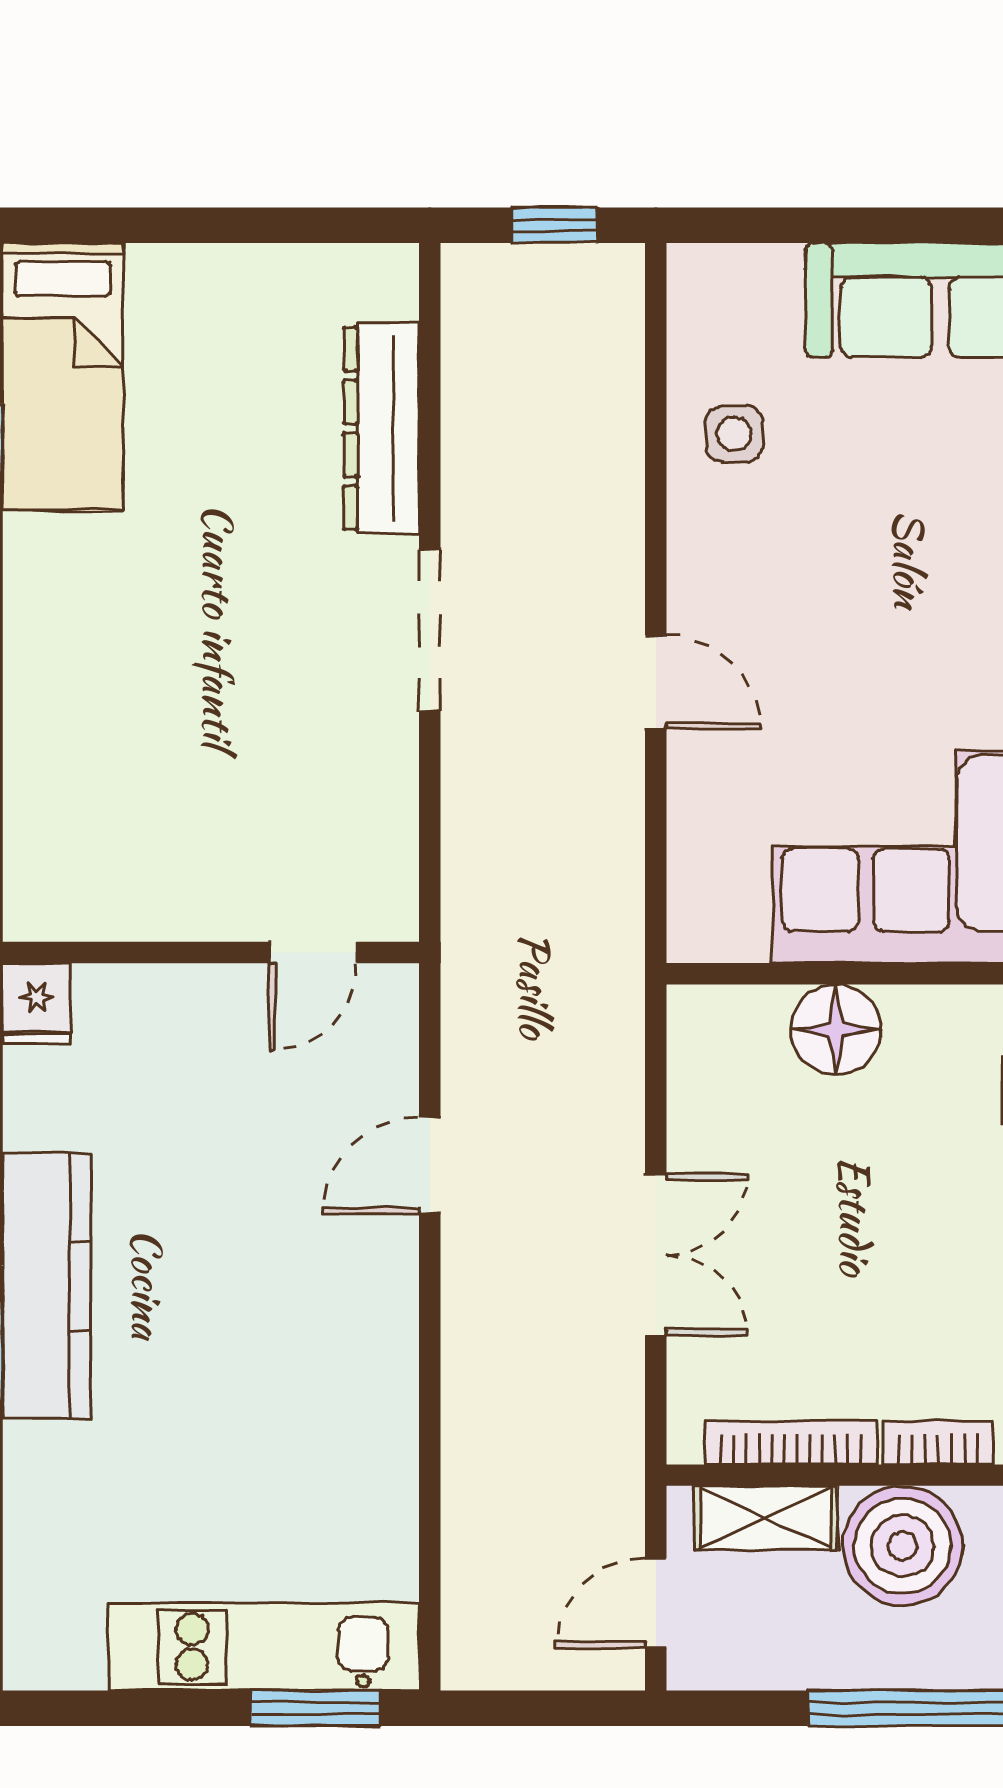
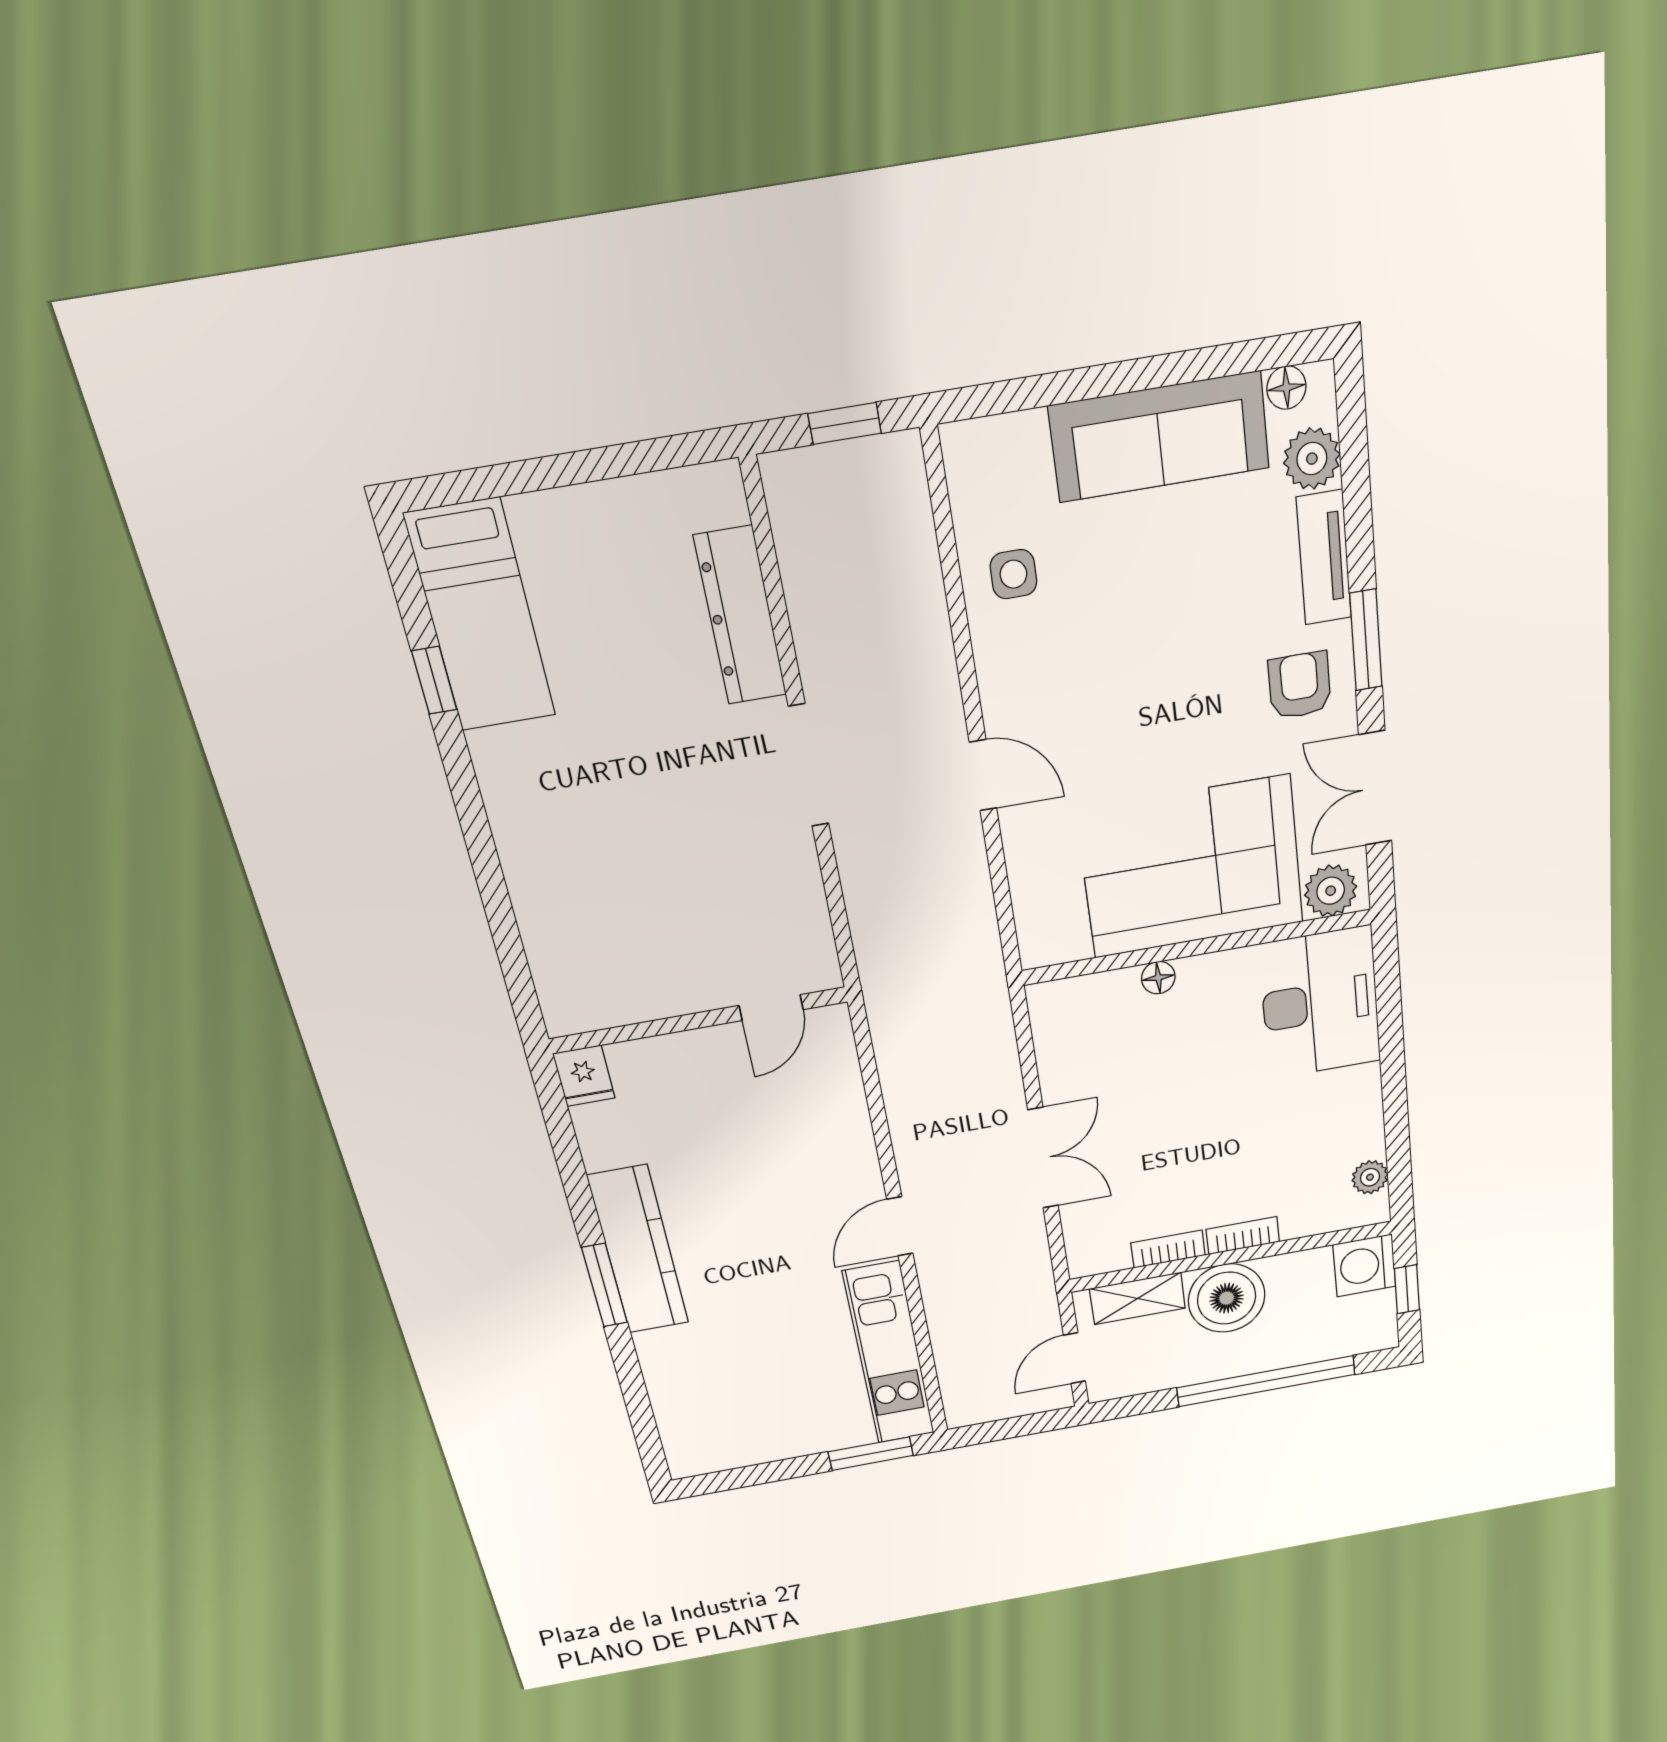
floor lamp: (836, 1030) -> (1158, 978), width x0.53, depth x0.53
door: (430, 1166) -> (900, 1226), moved
bookcase: (791, 1442) -> (1168, 1249), width x0.64
kitchen unit: (264, 1647) -> (889, 1354), moved, turned -90

